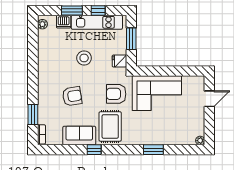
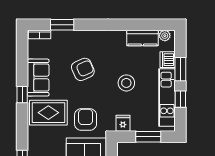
kitchen counter: (44, 44) -> (142, 38), added
armchair: (72, 96) -> (83, 69), turned -105

